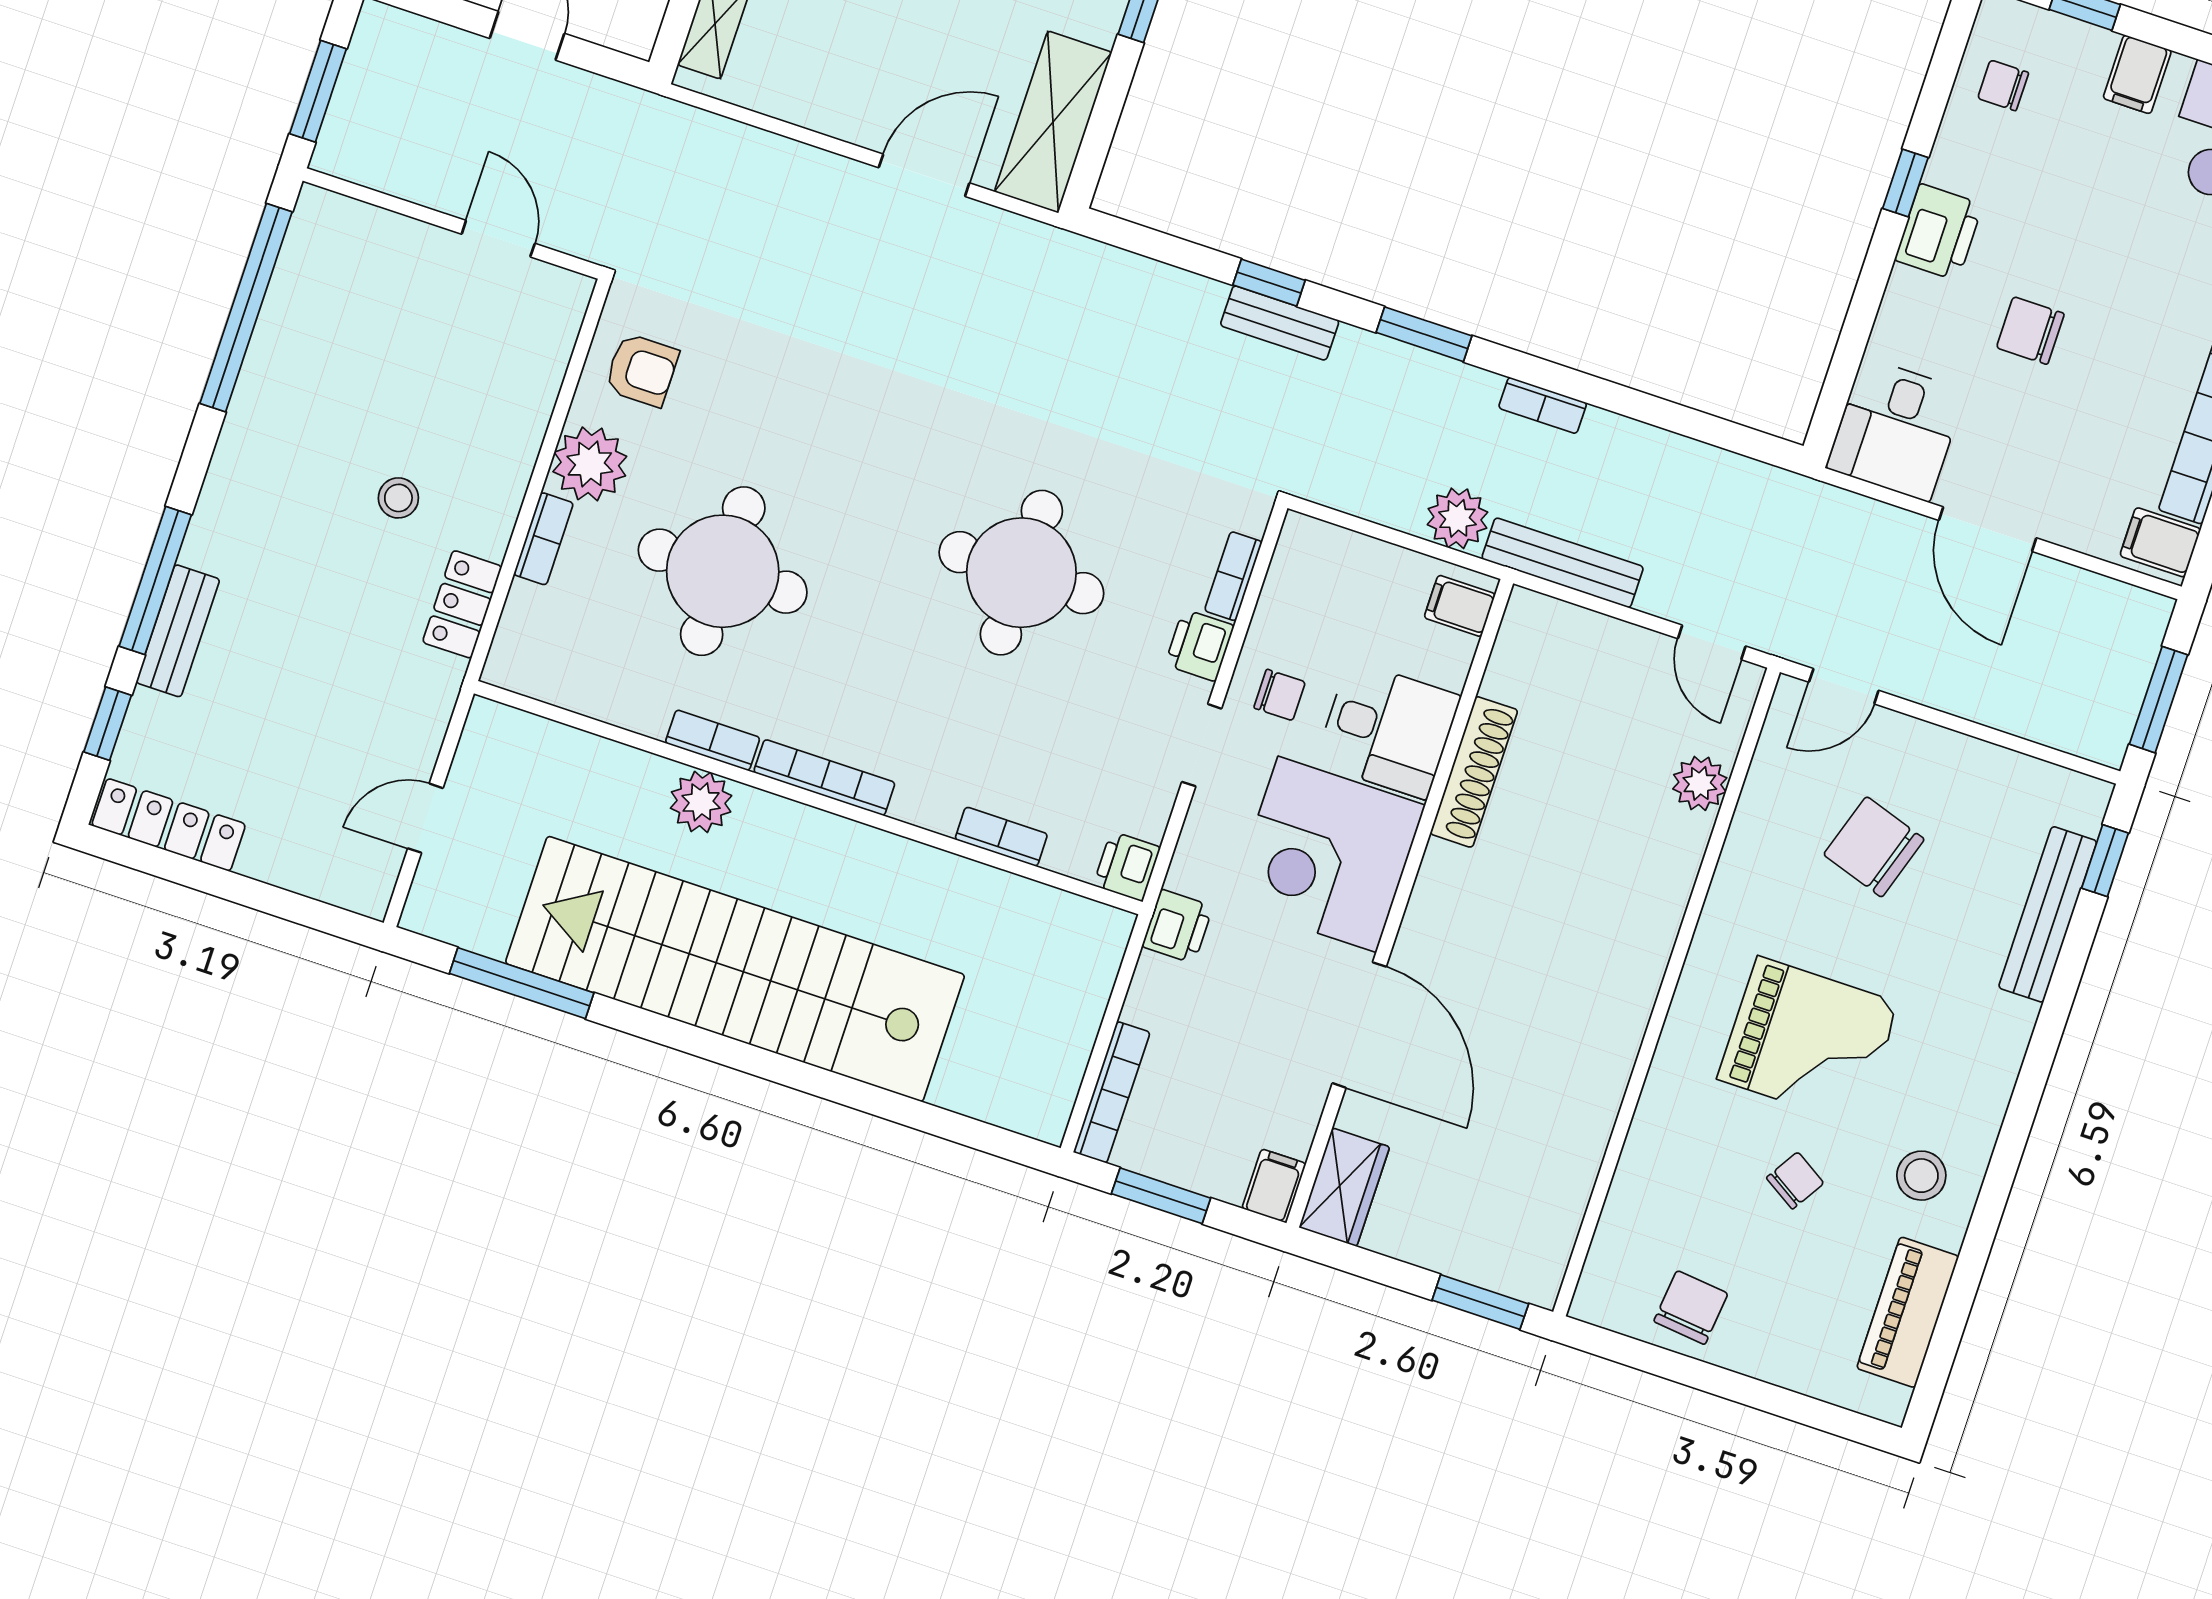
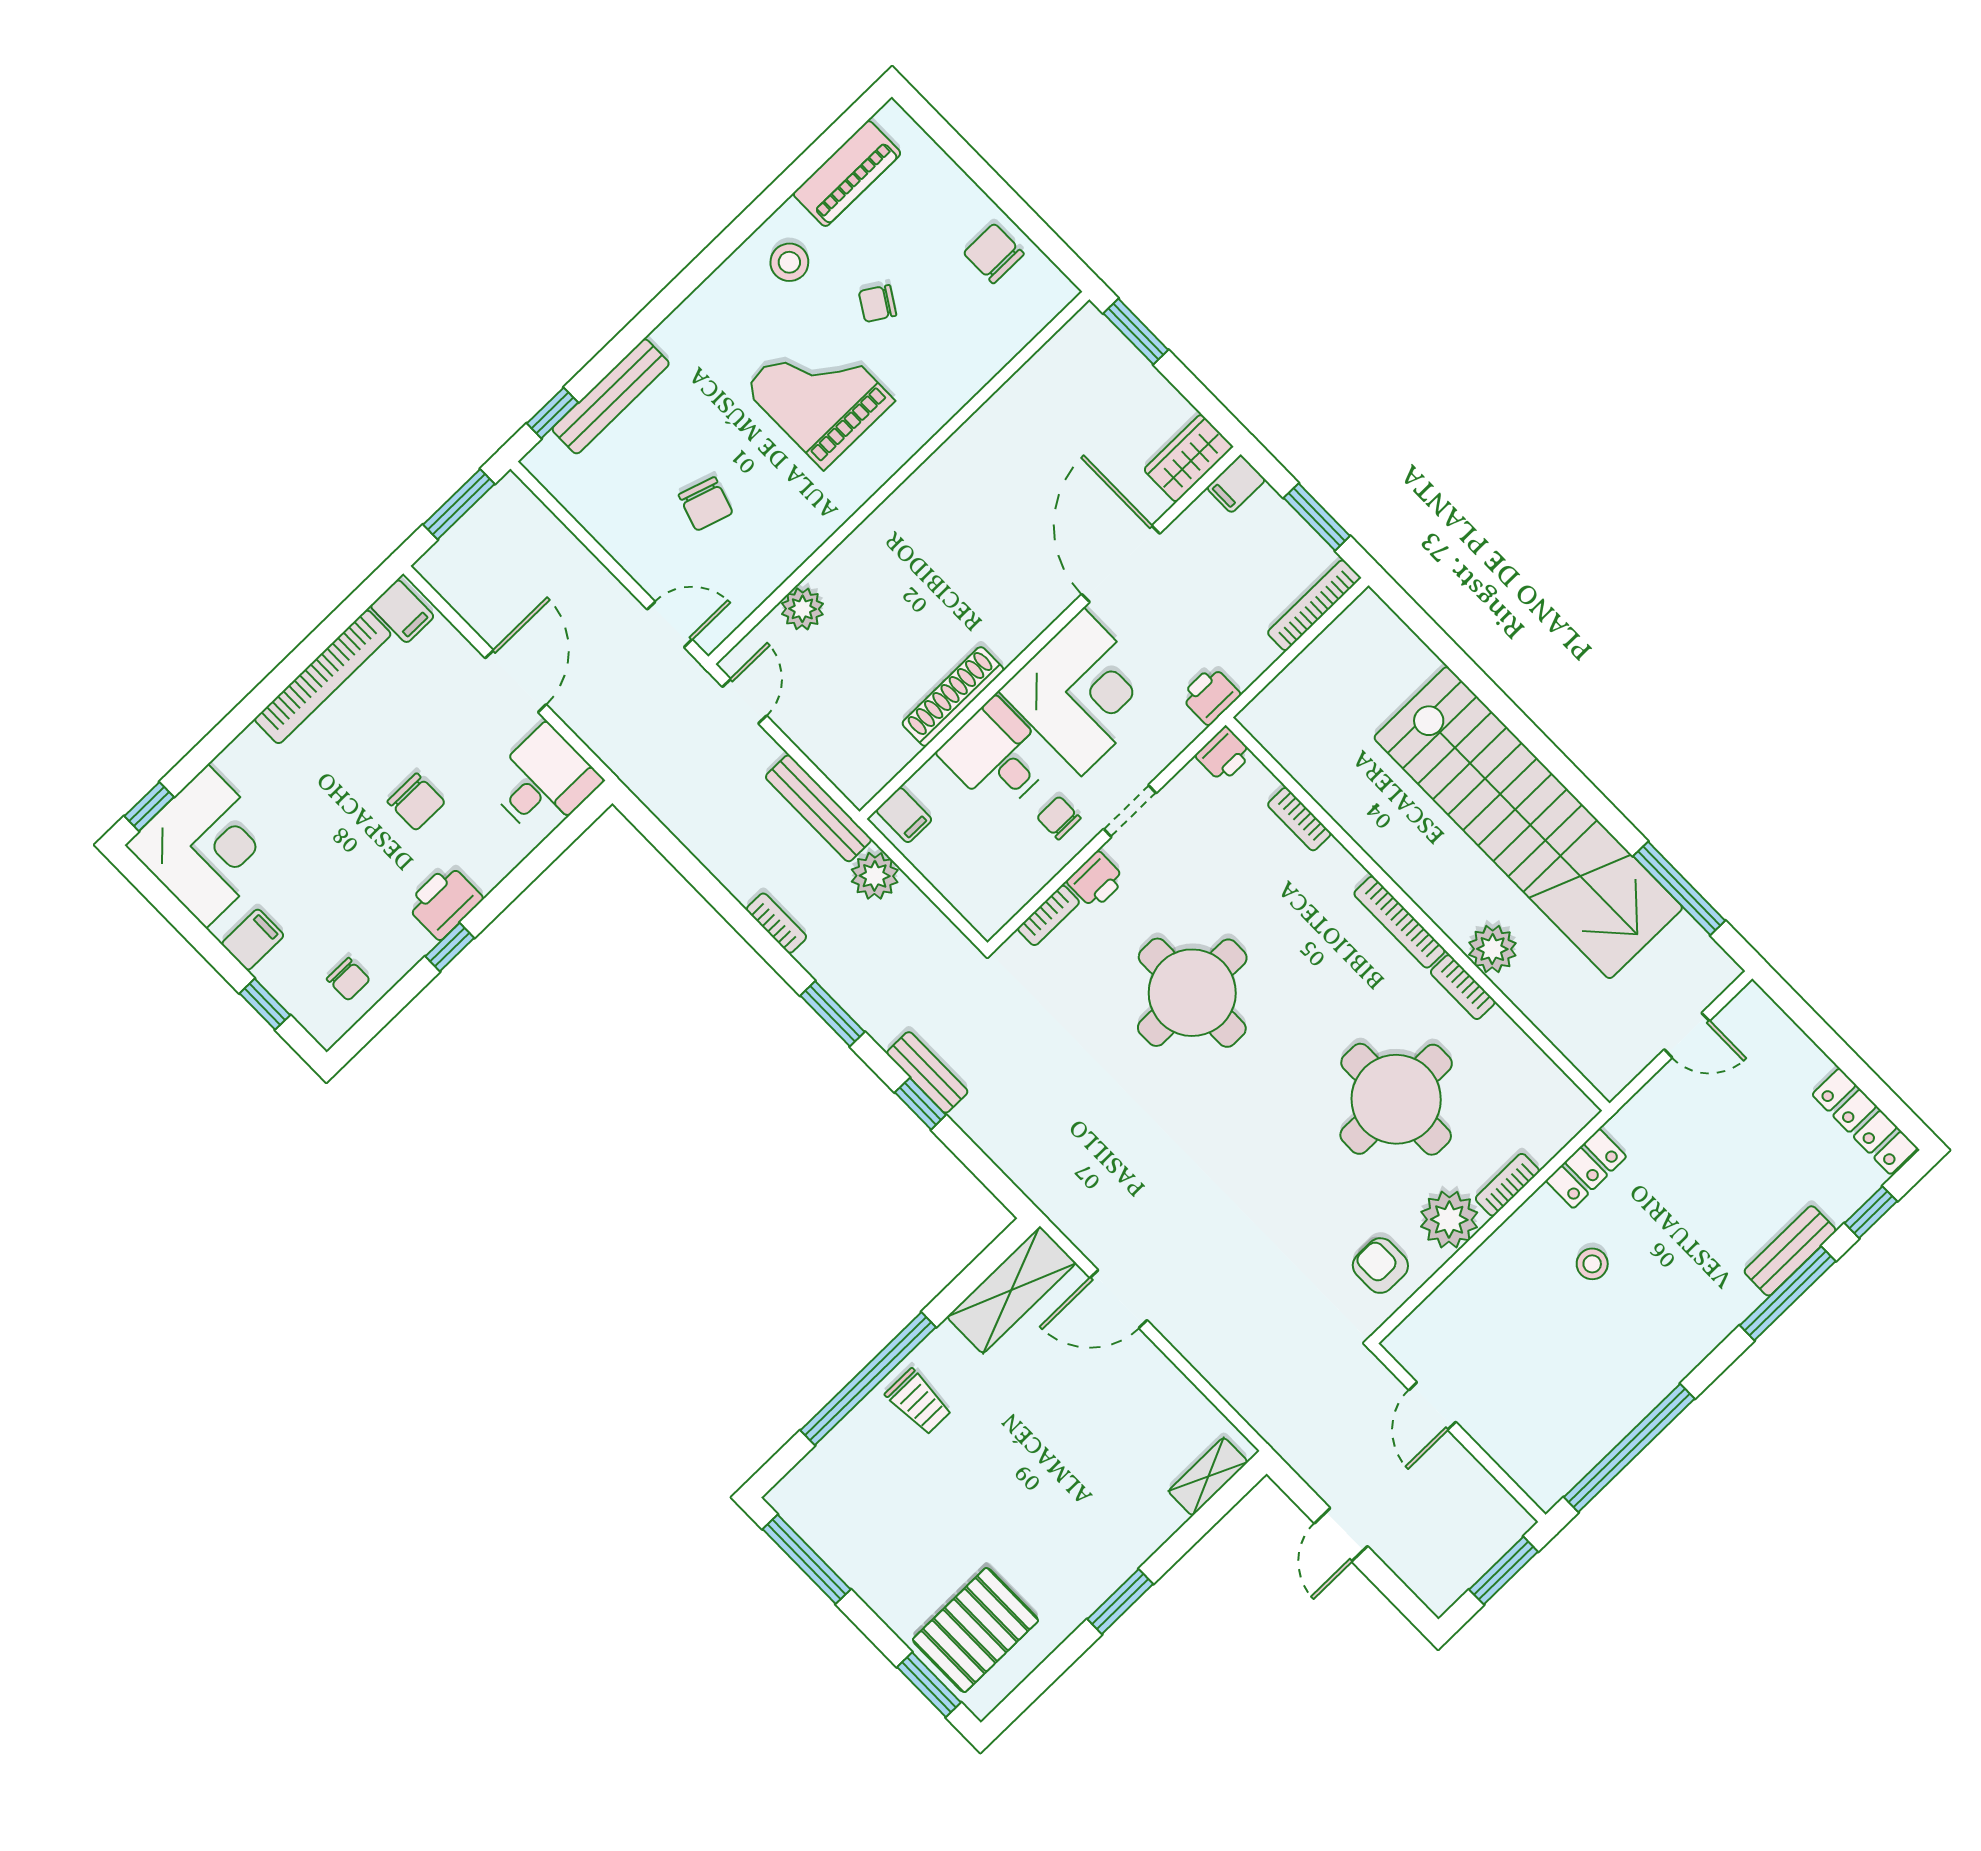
chair: (1874, 847) -> (706, 504), width x0.73, depth x0.73
chair: (1691, 1307) -> (994, 253), turned 84

